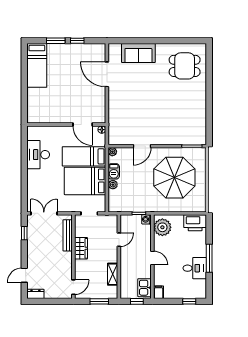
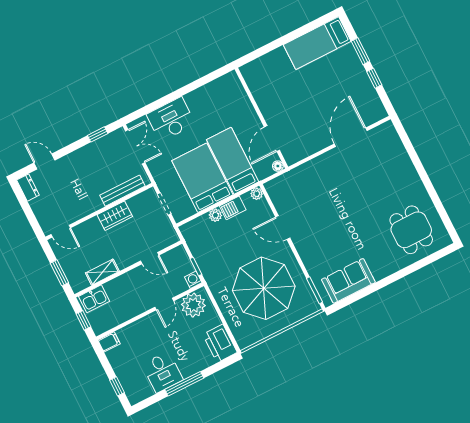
sofa: (138, 53) -> (348, 281), moved, turned 90
desk: (38, 155) -> (171, 119), moved
door: (152, 258) -> (164, 304), moved
kitchen sink: (145, 288) -> (94, 299), moved, turned 180

